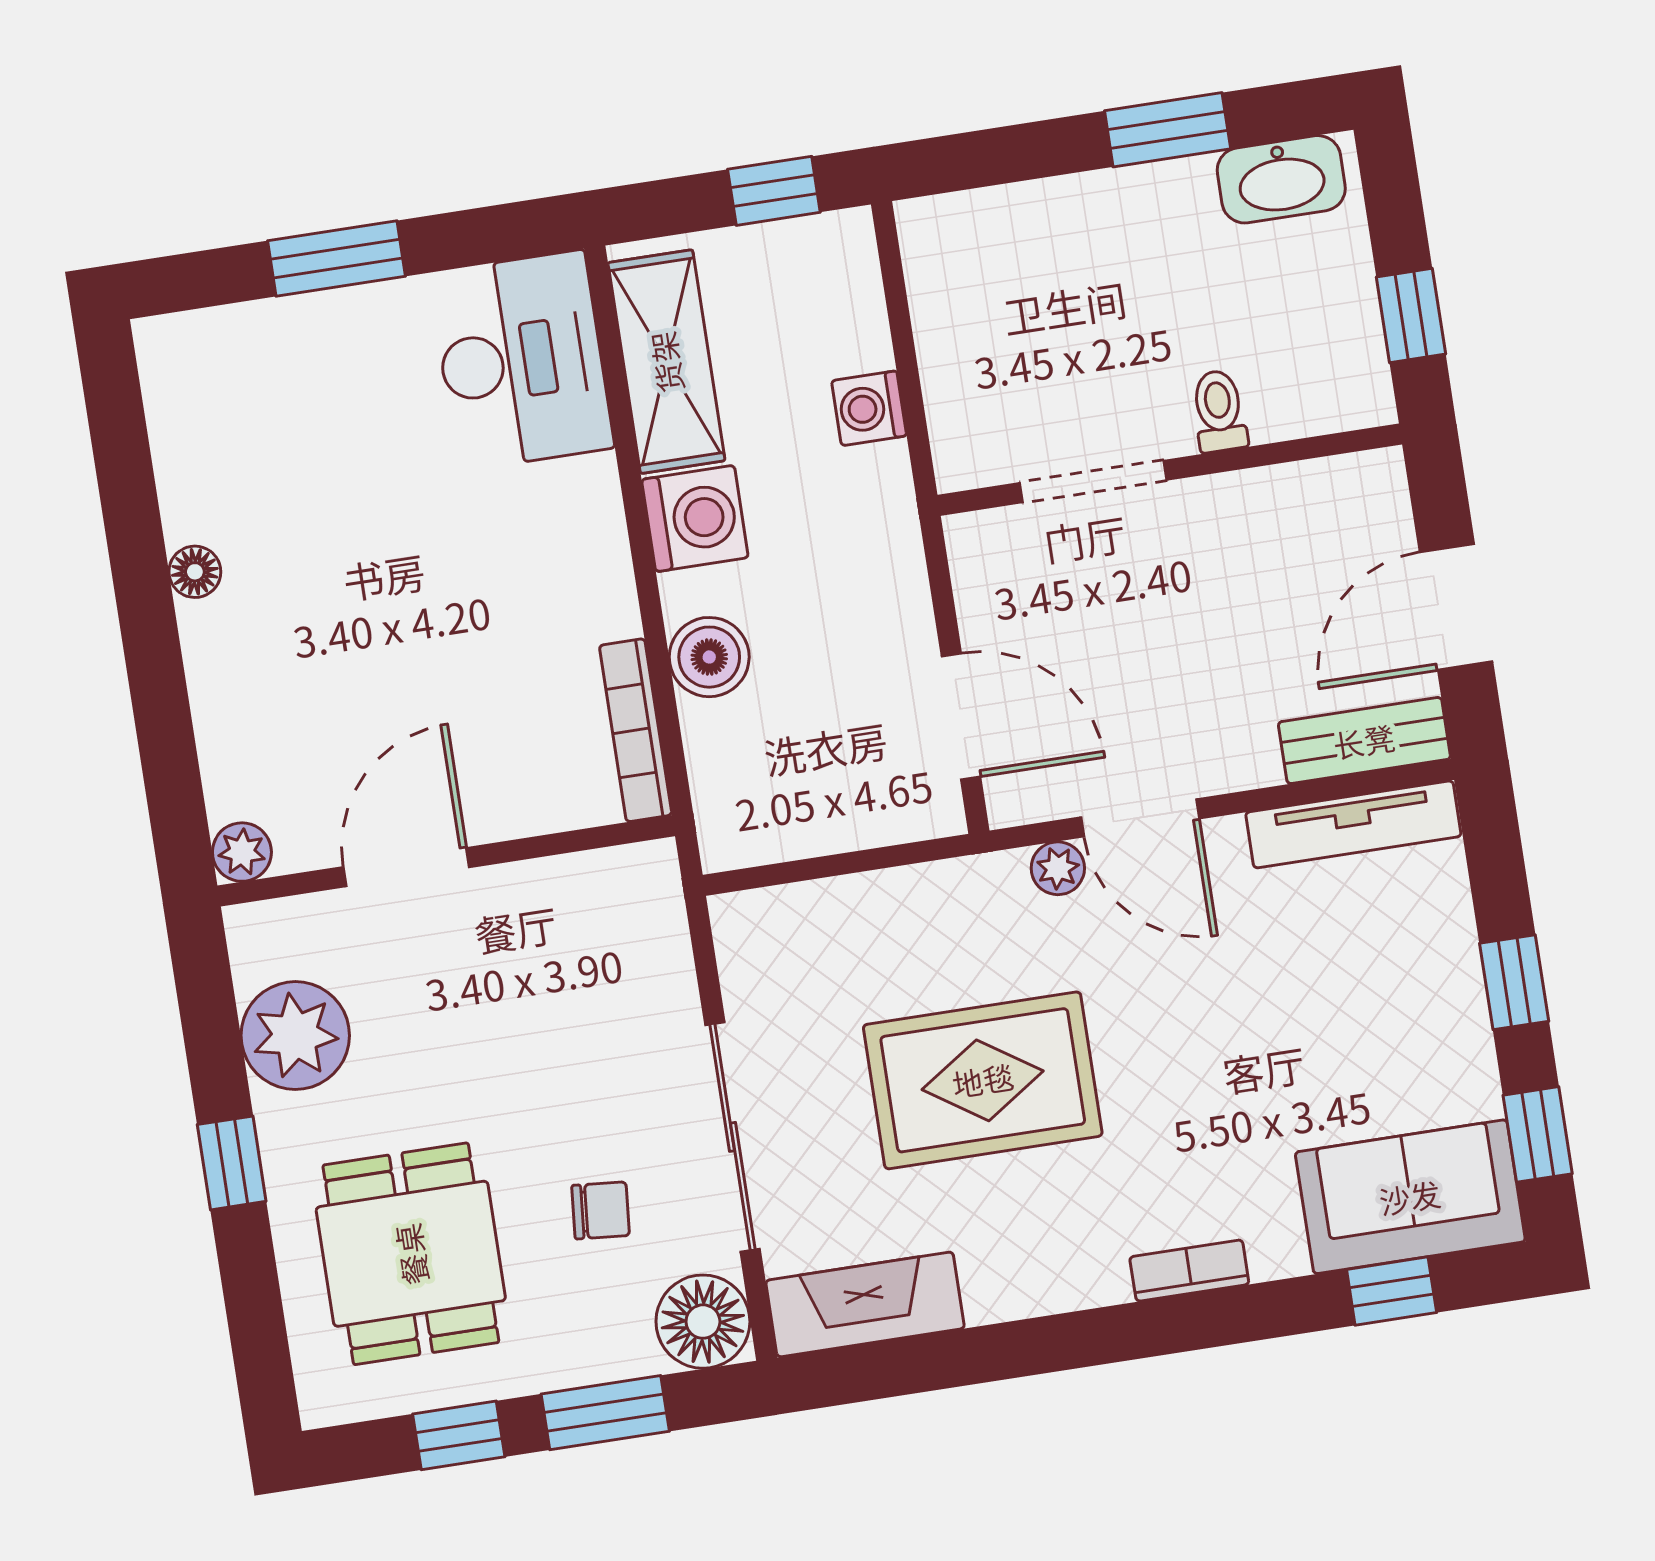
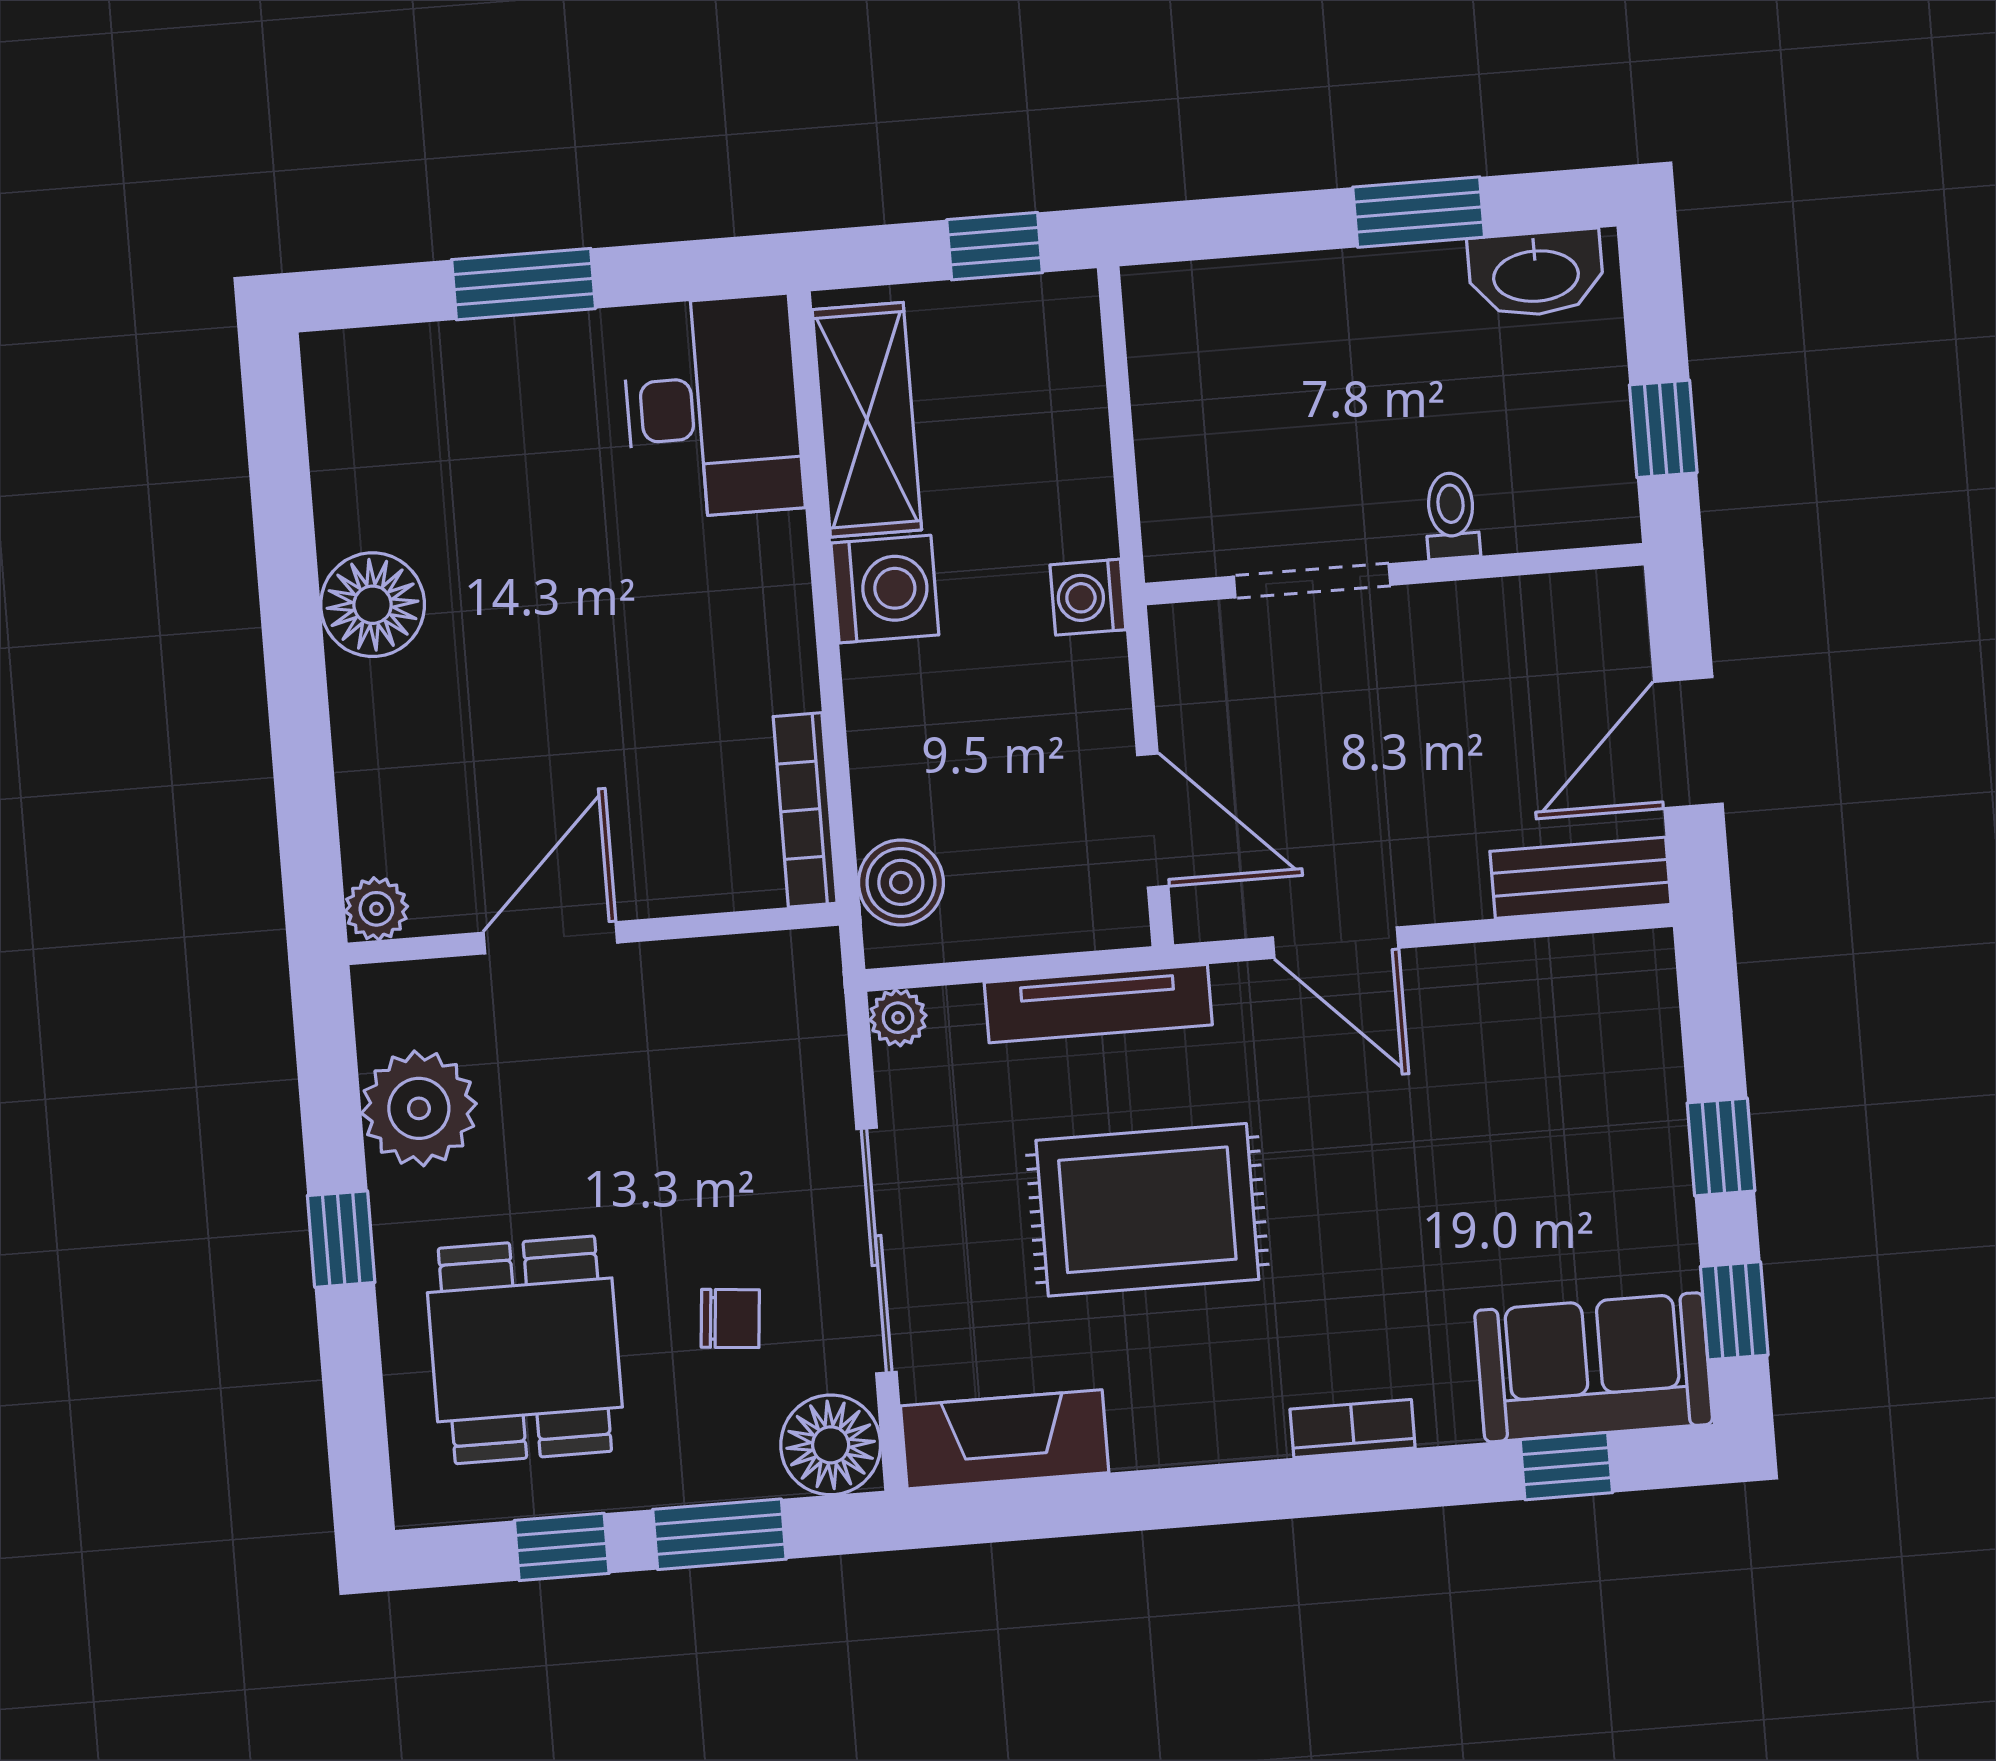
washing machine: (869, 408) -> (1088, 597), moved
floor lamp: (195, 572) -> (373, 605), width x1.89, depth x1.89
boiler: (709, 657) -> (901, 882), moved
tv unit: (1353, 824) -> (1098, 1004), moved
plant: (1058, 868) -> (898, 1018), moved

